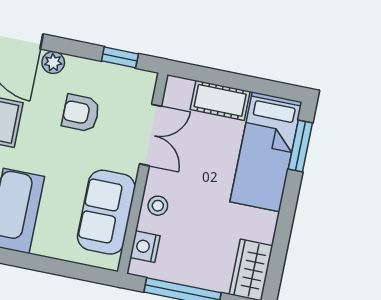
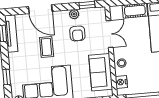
plant: (53, 62) -> (74, 14), moved
armchair: (81, 113) -> (77, 33), turned -90

